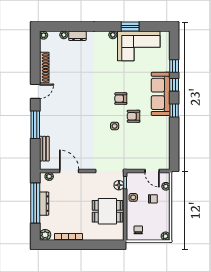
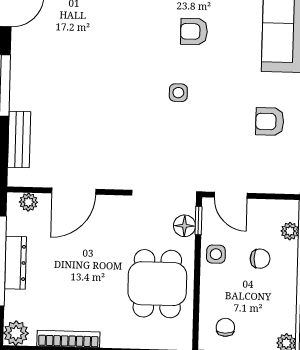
armchair: (134, 116) -> (270, 122), moved
door: (69, 171) -> (74, 191), swing flipped
door: (152, 171) -> (231, 195), moved
dining table: (107, 211) -> (157, 284), turned 90

